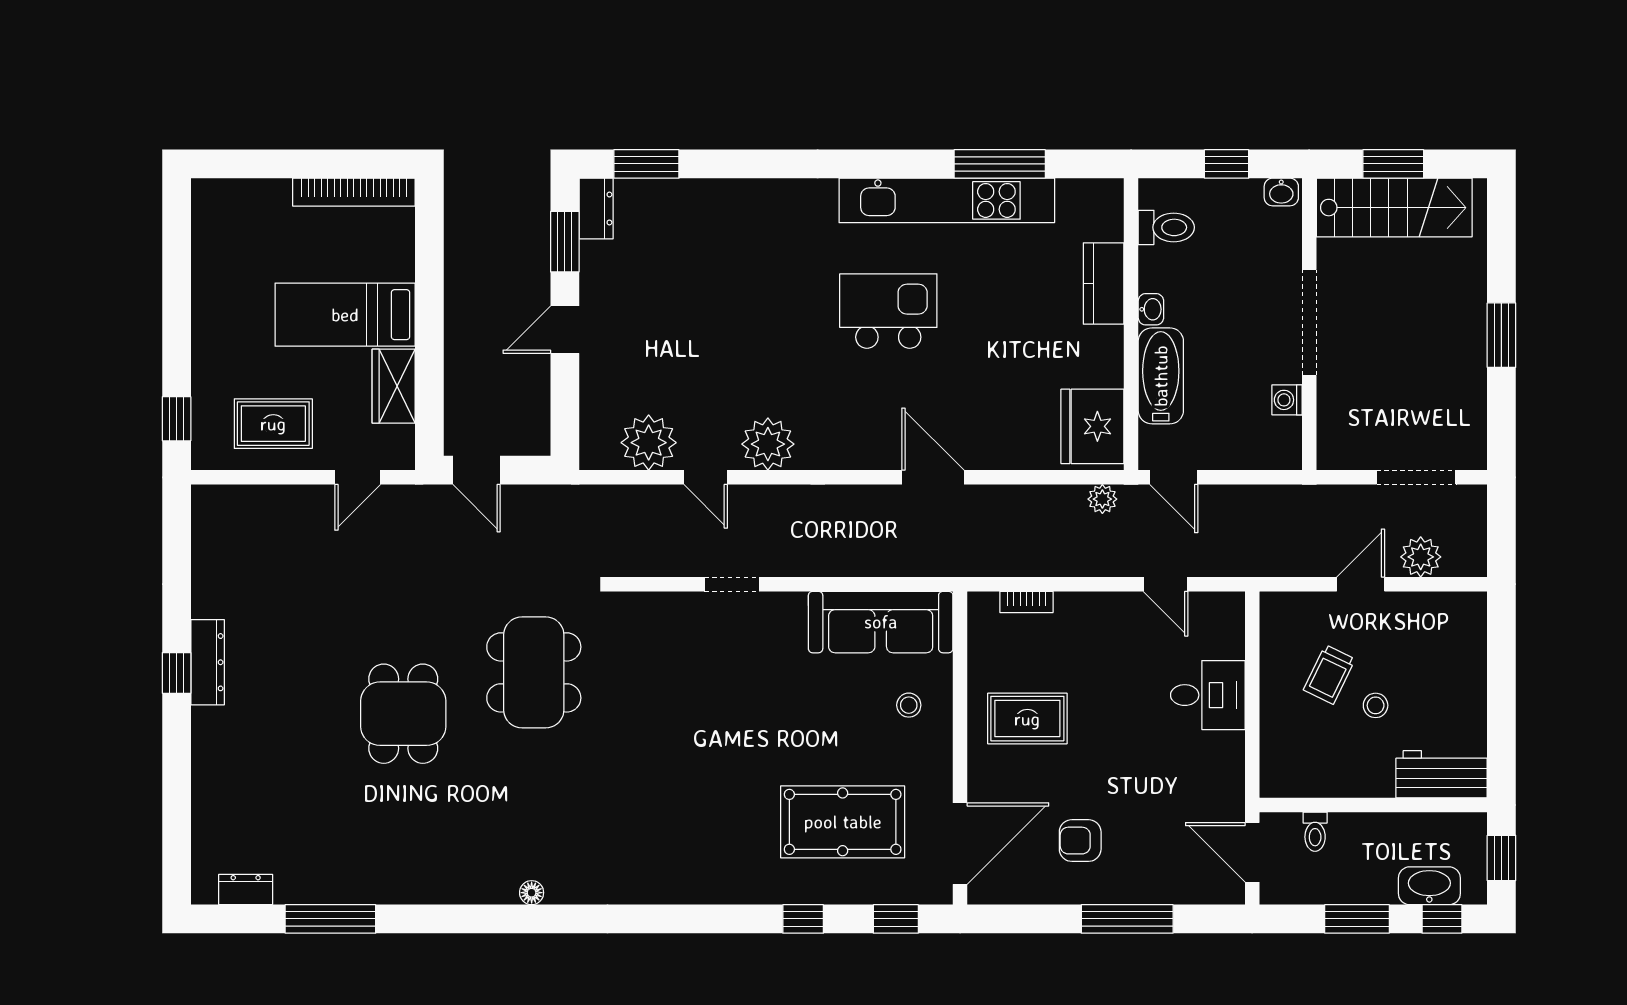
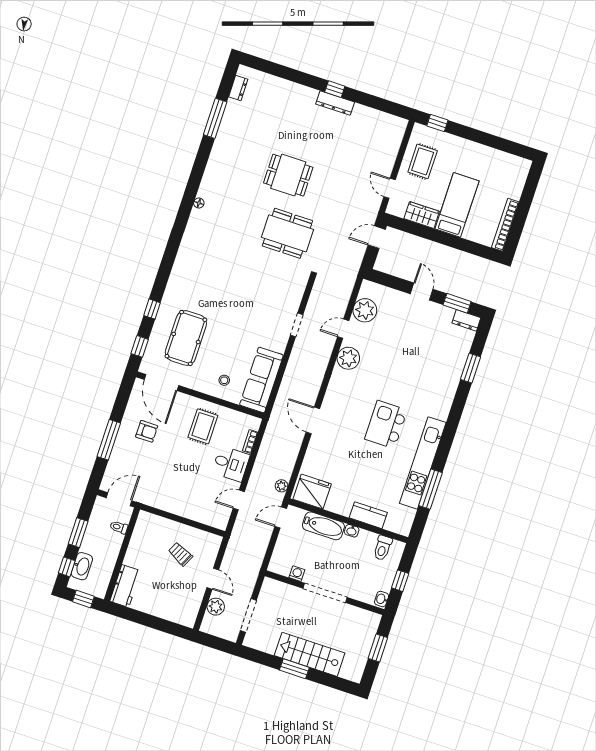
window: (646, 164) -> (470, 368), moved
stairs: (1394, 208) -> (310, 654), moved, turned 90
kitchen island: (888, 311) -> (386, 425), turned 180
door: (933, 477) -> (313, 420), swing flipped
desk: (1208, 695) -> (231, 464), moved, turned -90
stool: (1376, 705) -> (162, 569), removed
armchair: (1080, 841) -> (147, 431), turned 90

